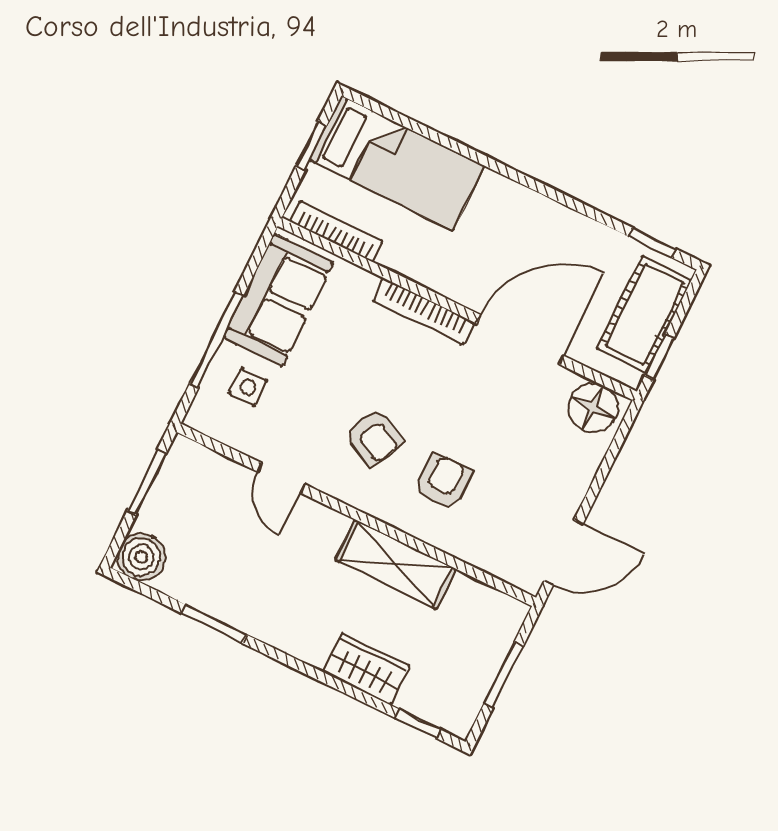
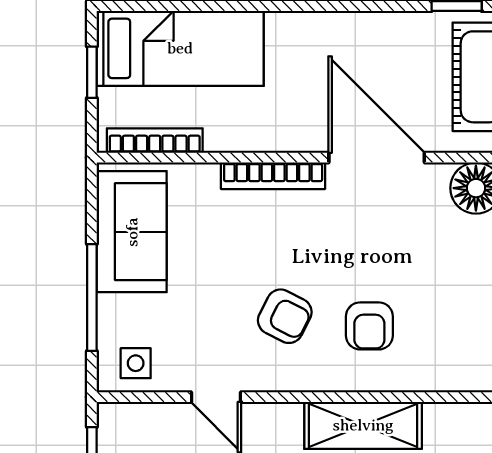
door: (520, 340) -> (377, 158), hinge flipped
side table: (248, 387) -> (136, 363), moved
armchair: (443, 481) -> (369, 326), turned 180

